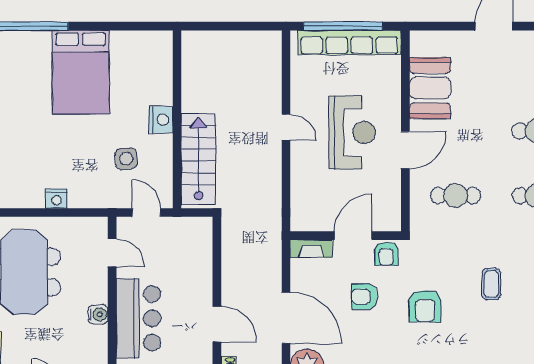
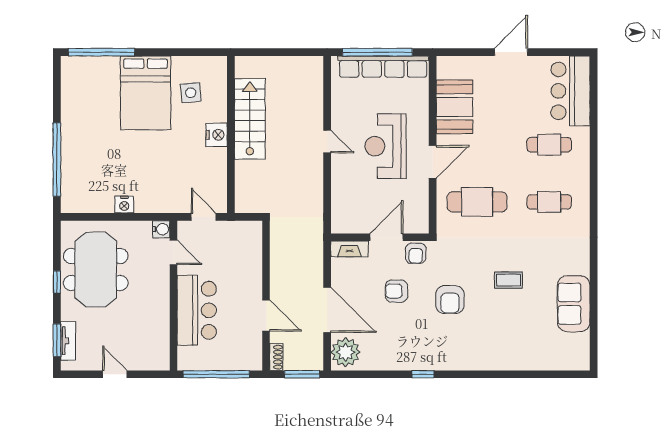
reception desk: (352, 132) -> (386, 146), turned 180
side table: (126, 159) -> (191, 93), moved
stairs: (198, 159) -> (250, 119), moved
cafe table: (456, 196) -> (477, 202), width x1.37, depth x1.35
coffee table: (491, 284) -> (509, 280), turned 90
water cooler: (98, 314) -> (161, 229), moved

